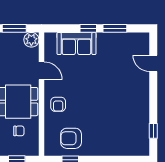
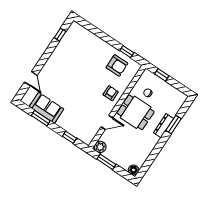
window: (88, 28) -> (69, 137), moved
sofa: (76, 44) -> (47, 108), moved
door: (41, 71) -> (107, 122), swing flipped

